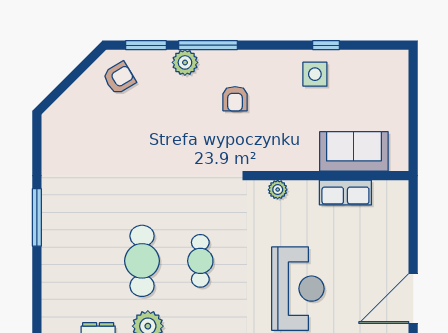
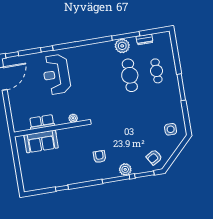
side table: (315, 74) -> (171, 129), moved
cafe table: (200, 261) -> (157, 71), moved

